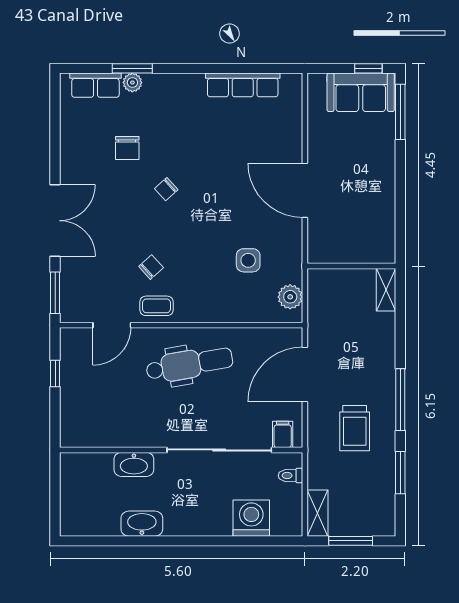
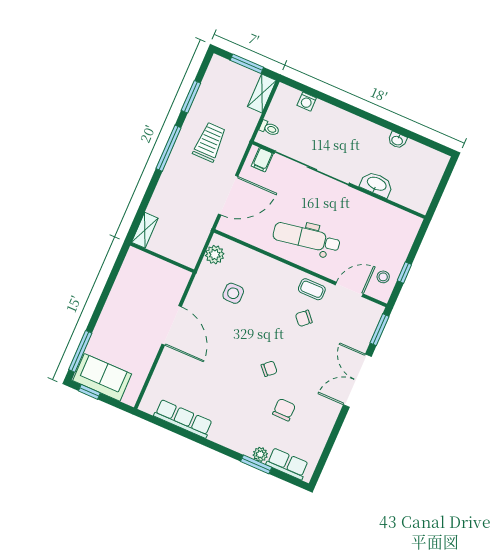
stool: (78, 358) -> (383, 277), added
washing machine: (251, 518) -> (307, 102), width x0.53, depth x0.53
washbasin: (142, 524) -> (397, 140), width x0.52, depth x0.69

